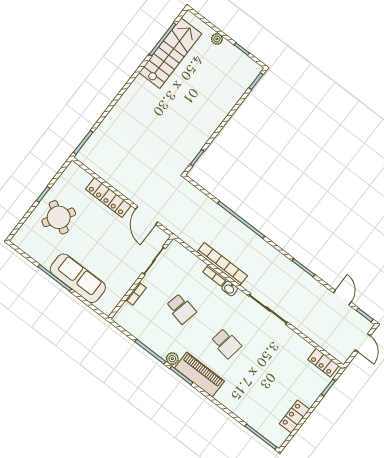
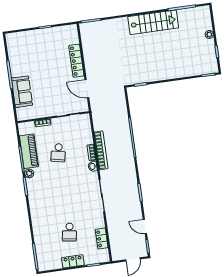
stairs: (170, 53) -> (153, 22), moved
door: (147, 215) -> (87, 89), hinge flipped
round table: (59, 217) -> (42, 46), removed
sofa: (78, 278) -> (22, 92), width x0.73
door: (342, 298) -> (145, 226), swing flipped
school desk: (226, 343) -> (69, 232), moved
locker: (323, 363) -> (102, 238), moved
piano: (199, 374) -> (29, 151), moved
locker: (294, 417) -> (73, 261), moved

